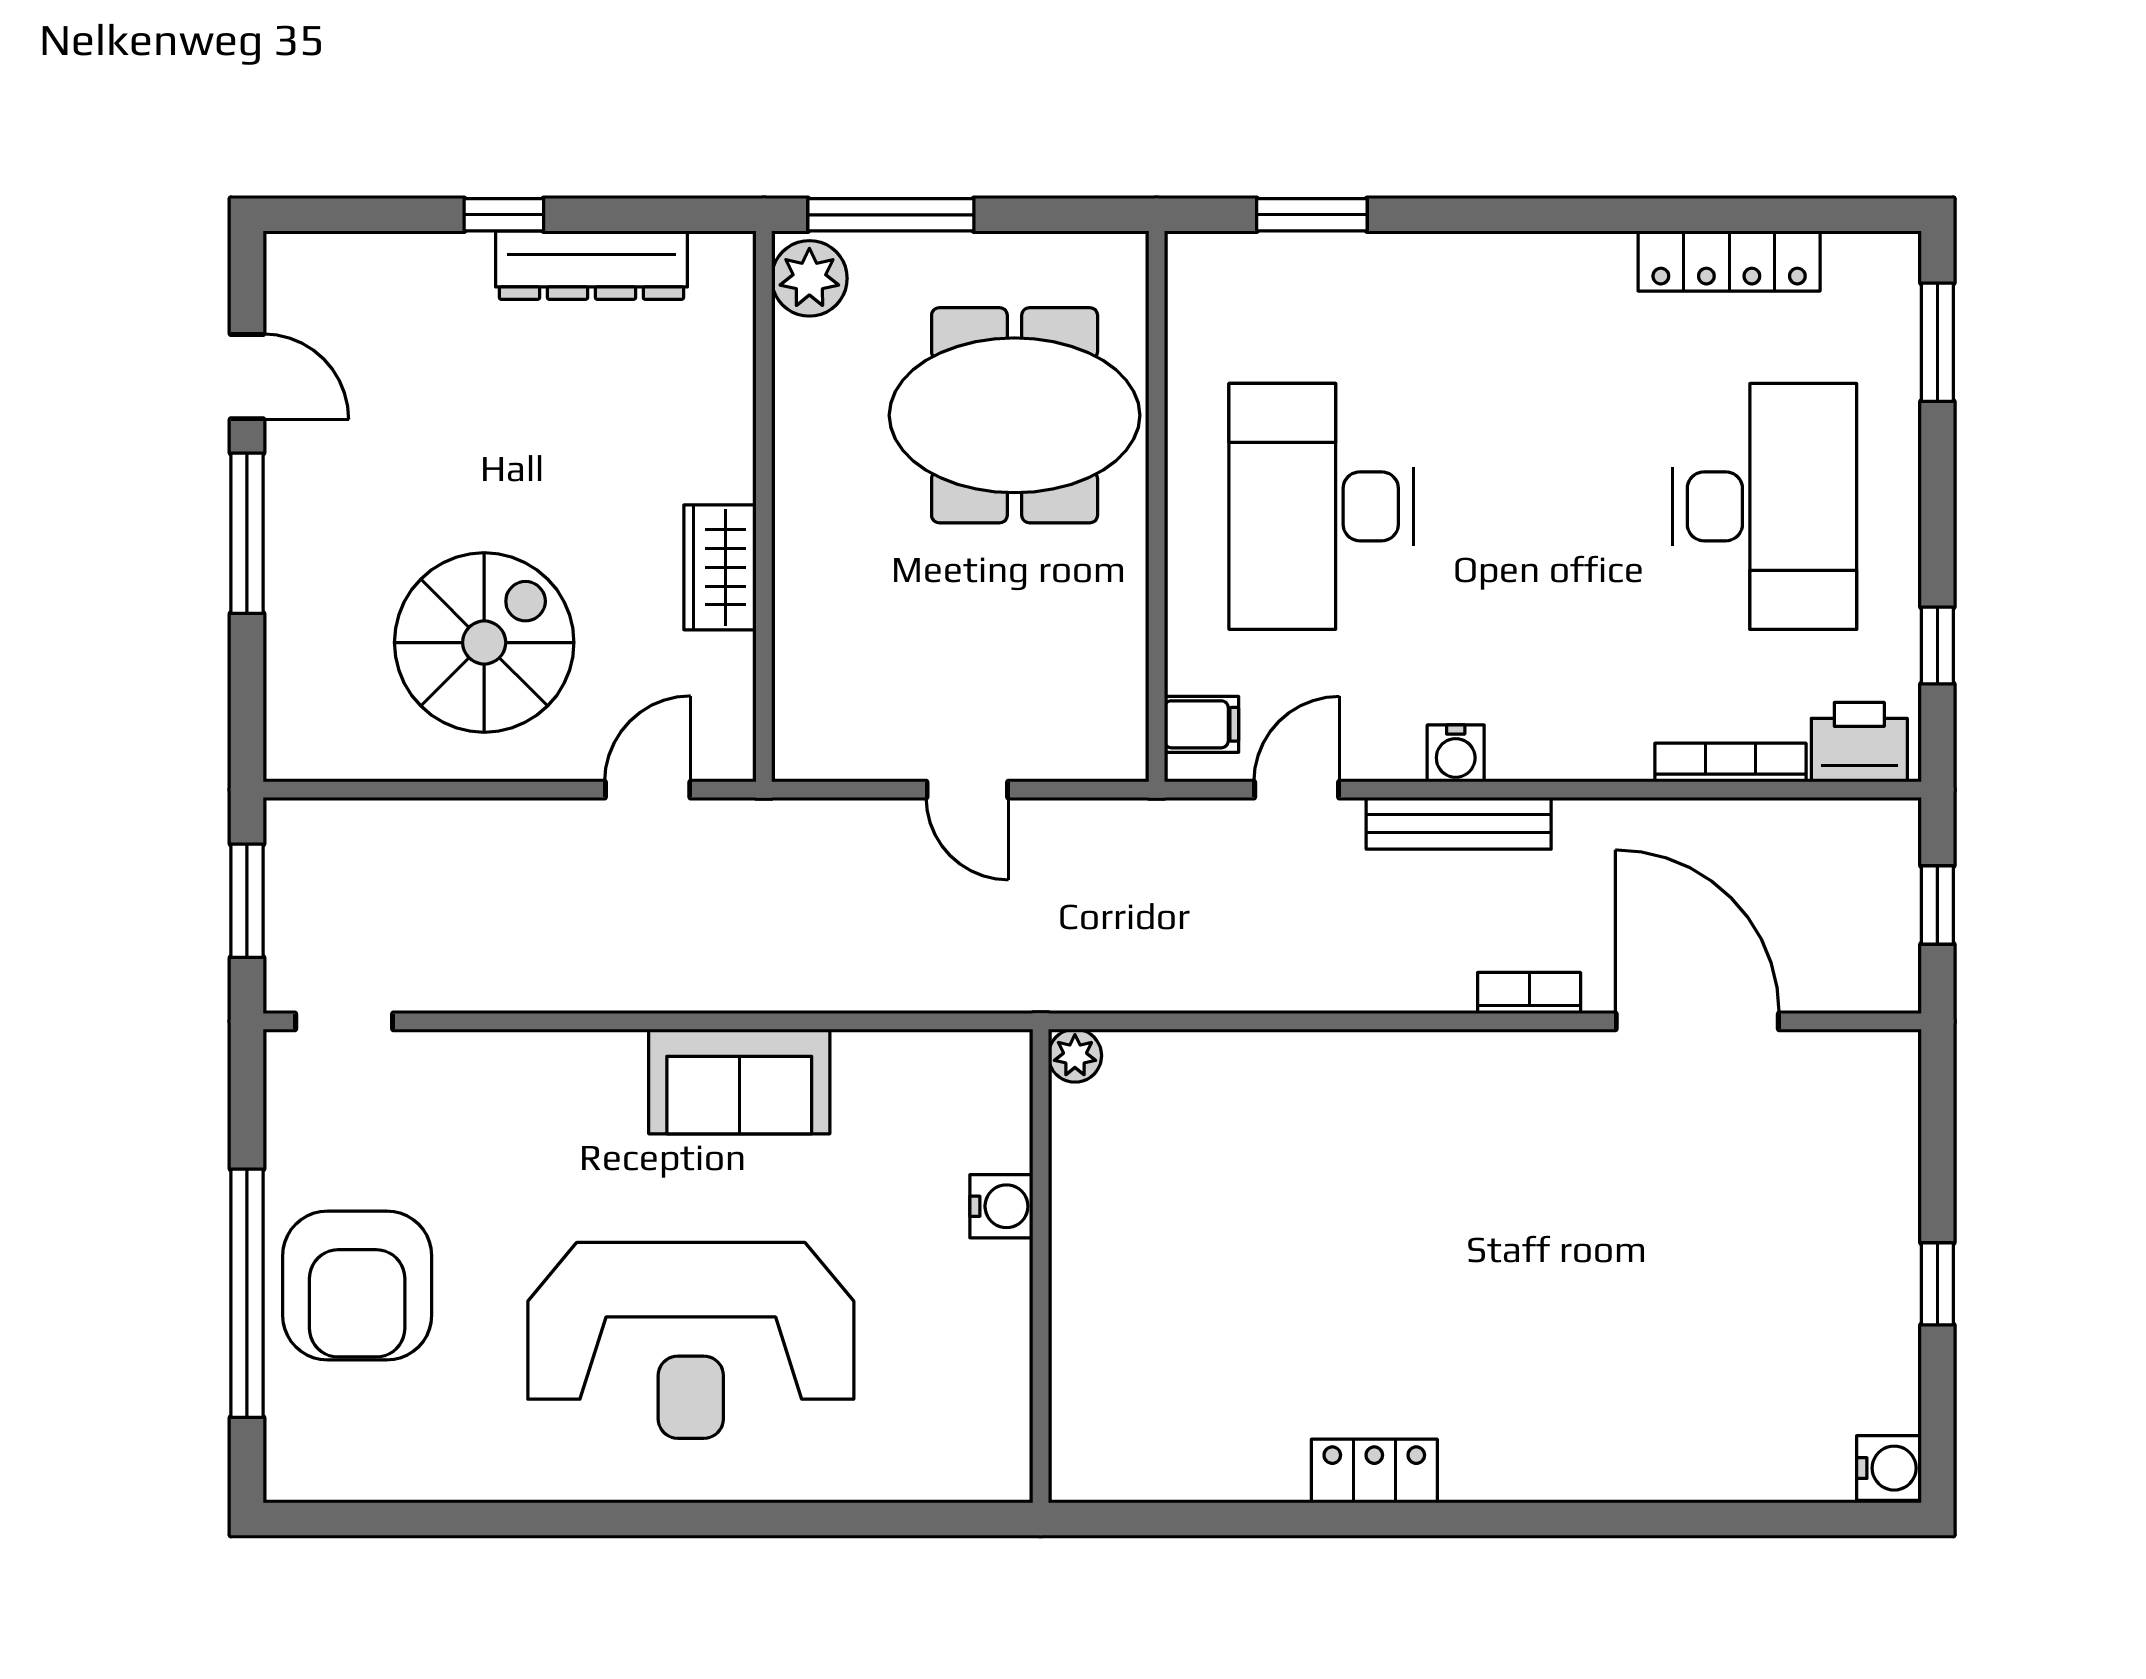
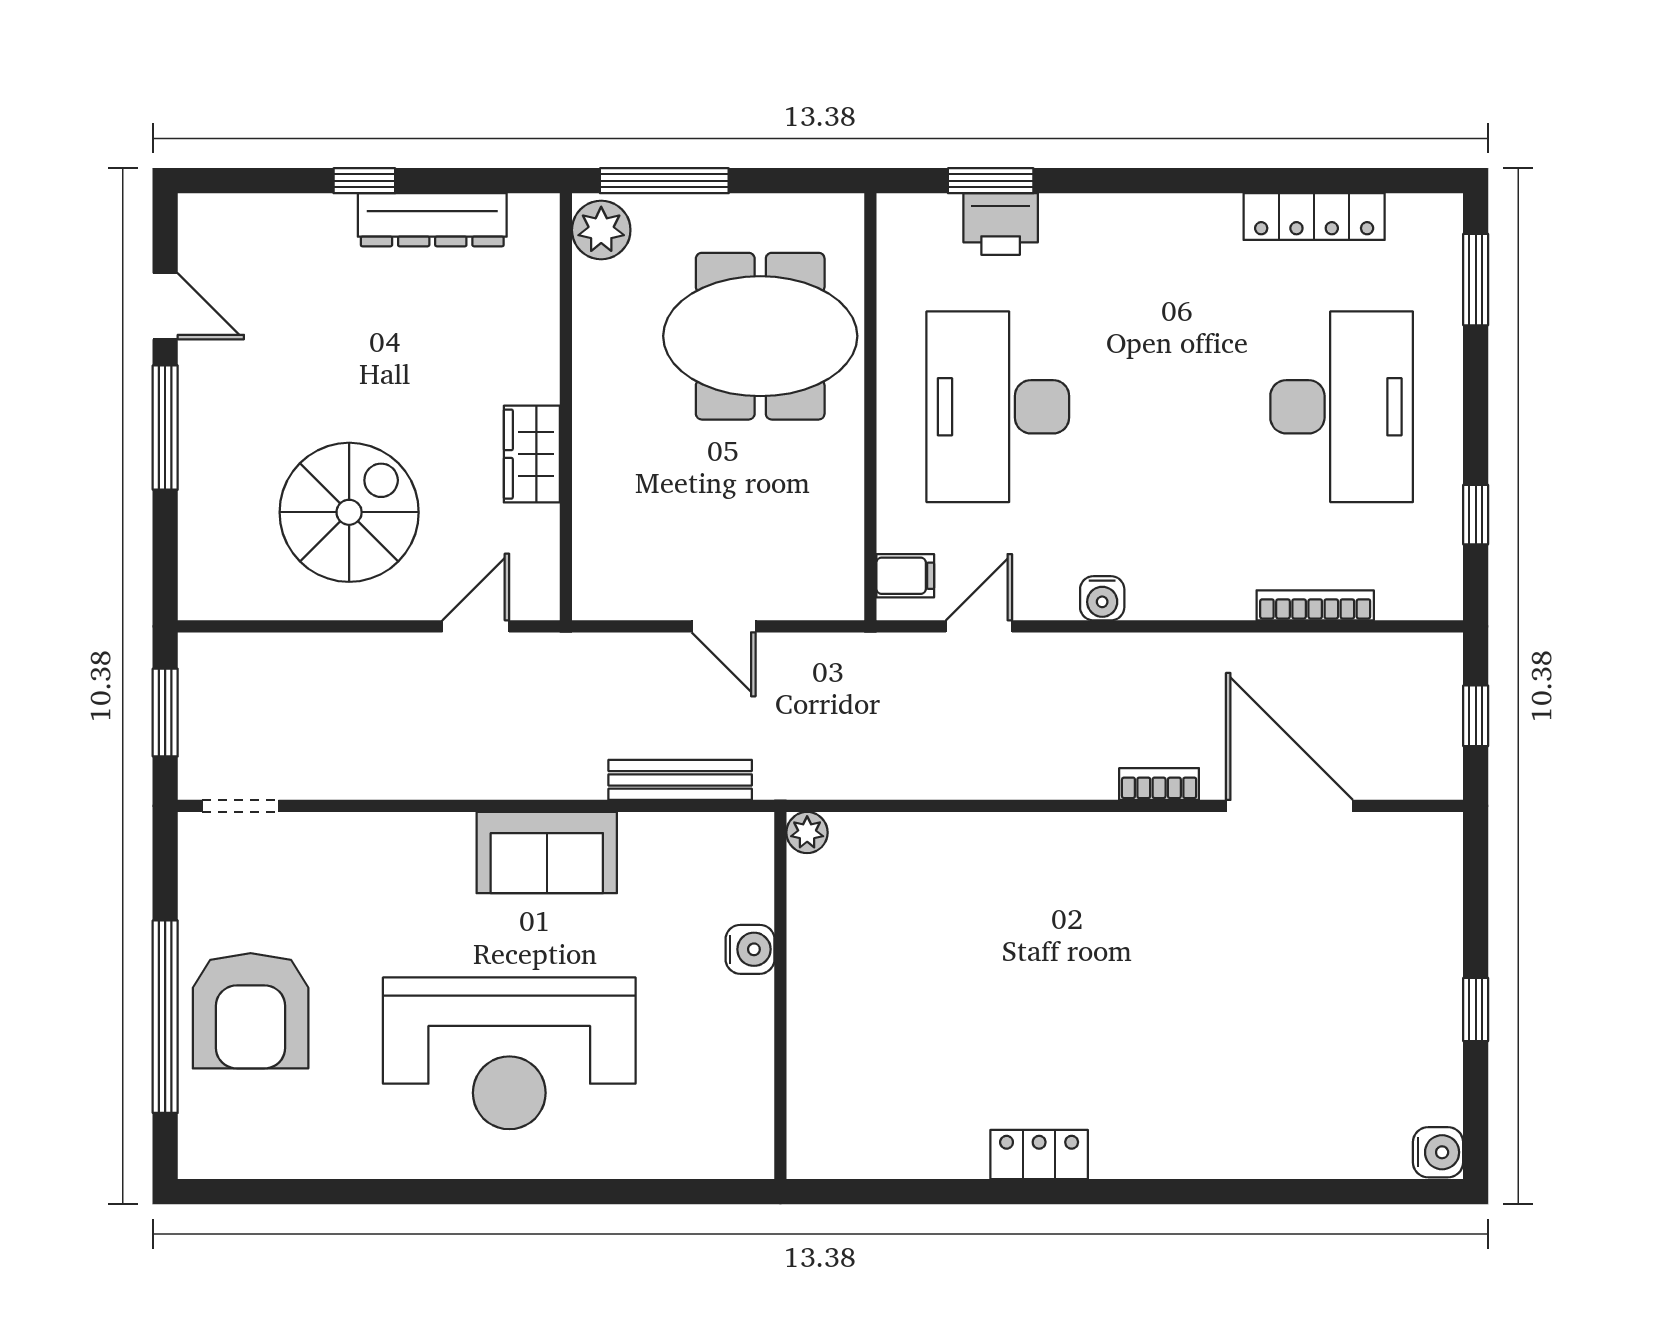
printer: (1859, 742) -> (1001, 224), moved, turned 180
bench: (1459, 823) -> (680, 780), moved

